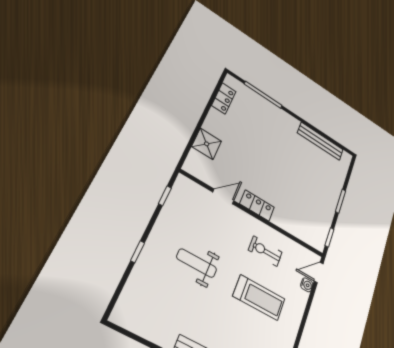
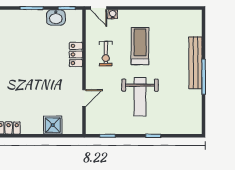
door: (223, 196) -> (84, 98), swing flipped
locker: (257, 205) -> (76, 54), moved
washbasin: (323, 220) -> (56, 18), added
weight bench: (197, 263) -> (140, 97), width x1.36, depth x1.33

